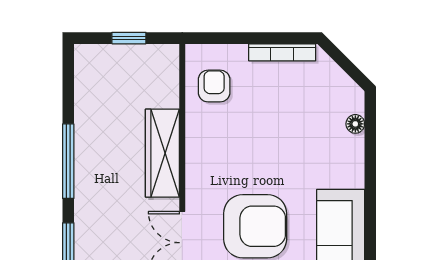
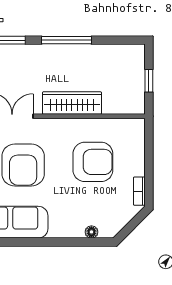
bookcase: (282, 52) -> (139, 191), width x0.64
armchair: (214, 86) -> (93, 162), moved, width x1.88, depth x1.88

